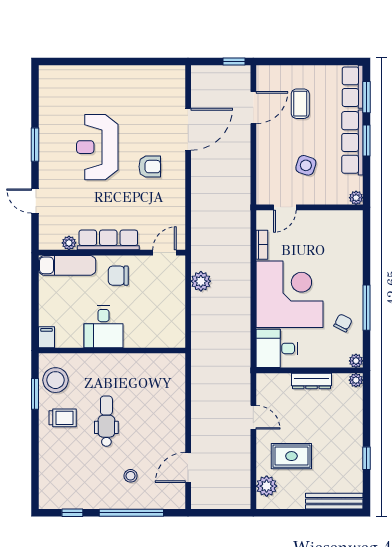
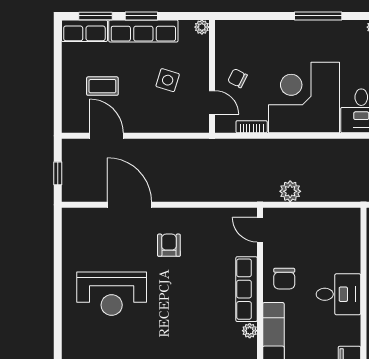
window: (234, 61) -> (58, 173), moved
reception desk: (97, 147) -> (112, 294), moved
chair: (343, 323) -> (237, 78), moved

